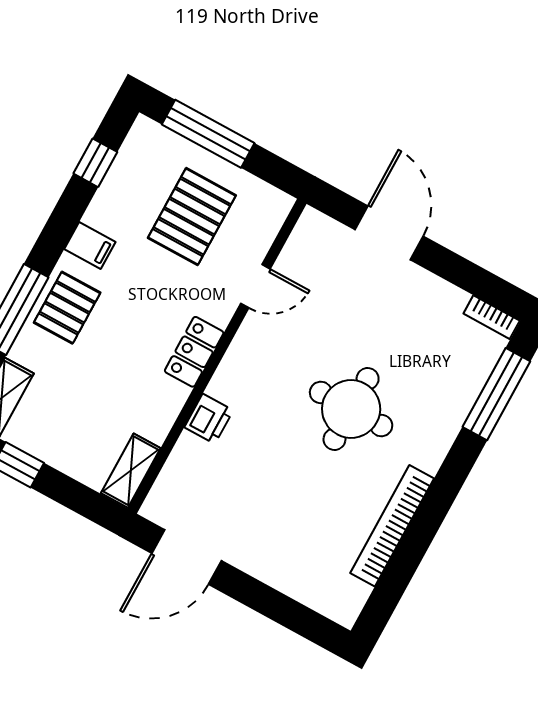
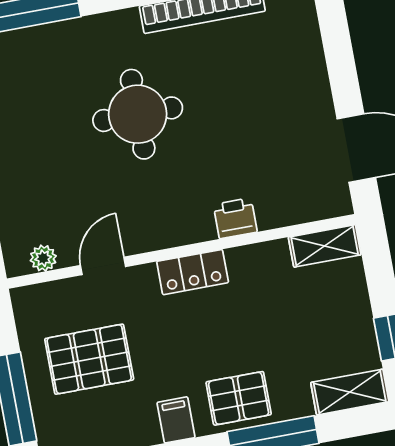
plant: (299, 245) -> (43, 258), added
door: (255, 286) -> (103, 266), hinge flipped

